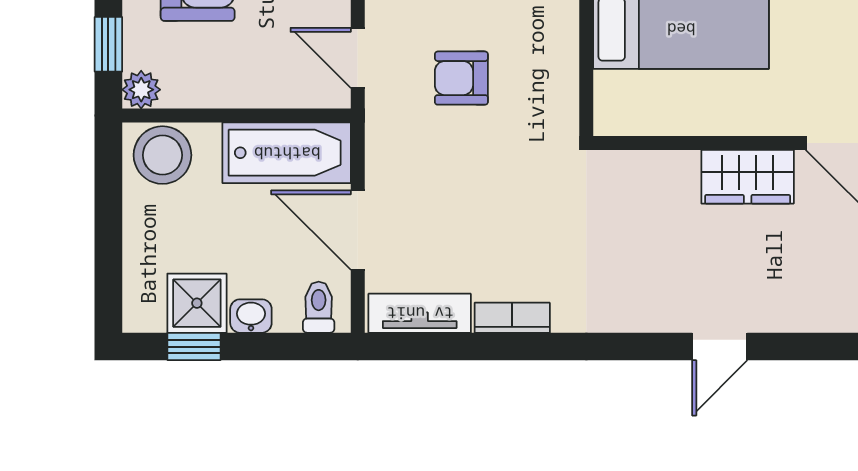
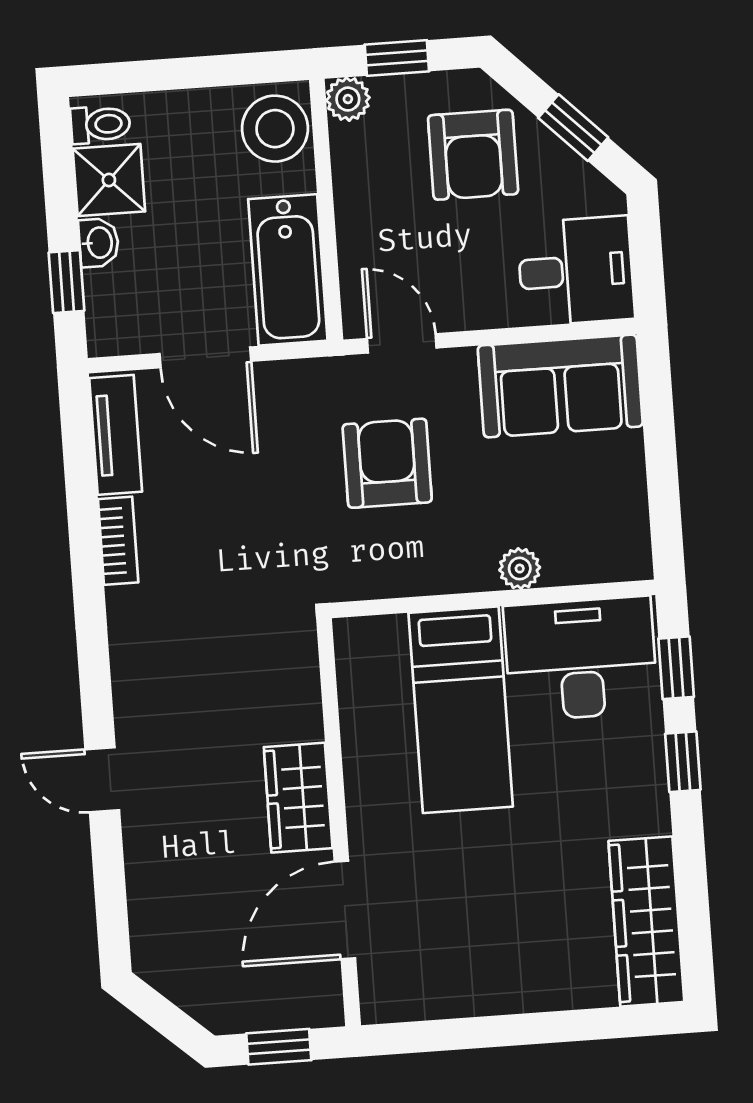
door: (358, 58) -> (402, 343), hinge flipped
armchair: (461, 78) -> (387, 463), width x1.38, depth x1.38
door: (358, 230) -> (205, 357), swing flipped
toilet: (319, 307) -> (100, 124), moved
window: (194, 347) -> (66, 282), moved

